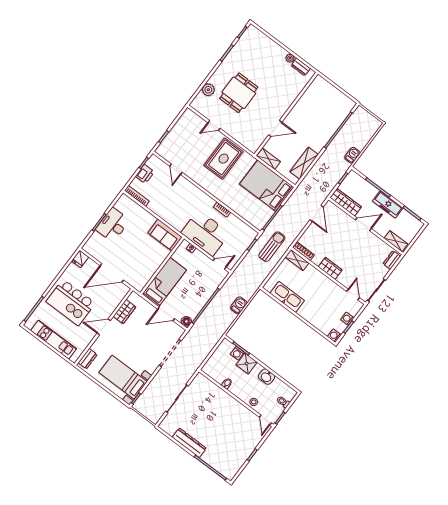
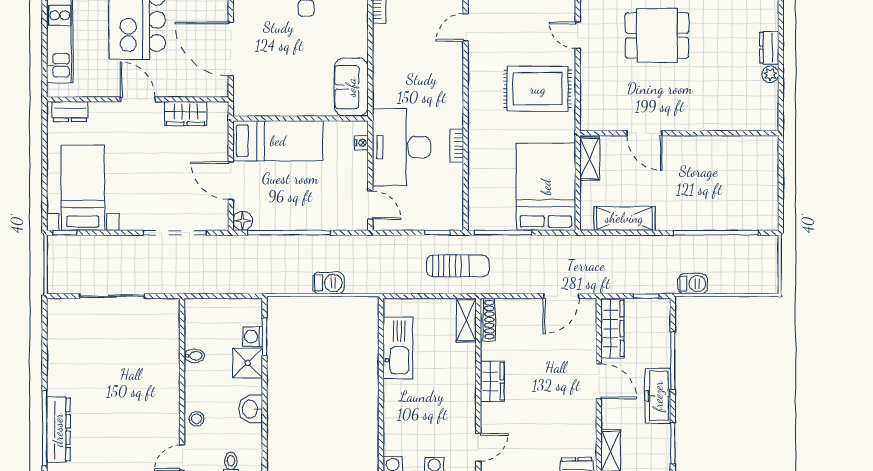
dresser: (301, 67) -> (769, 48), moved
dresser: (189, 443) -> (58, 430), moved

